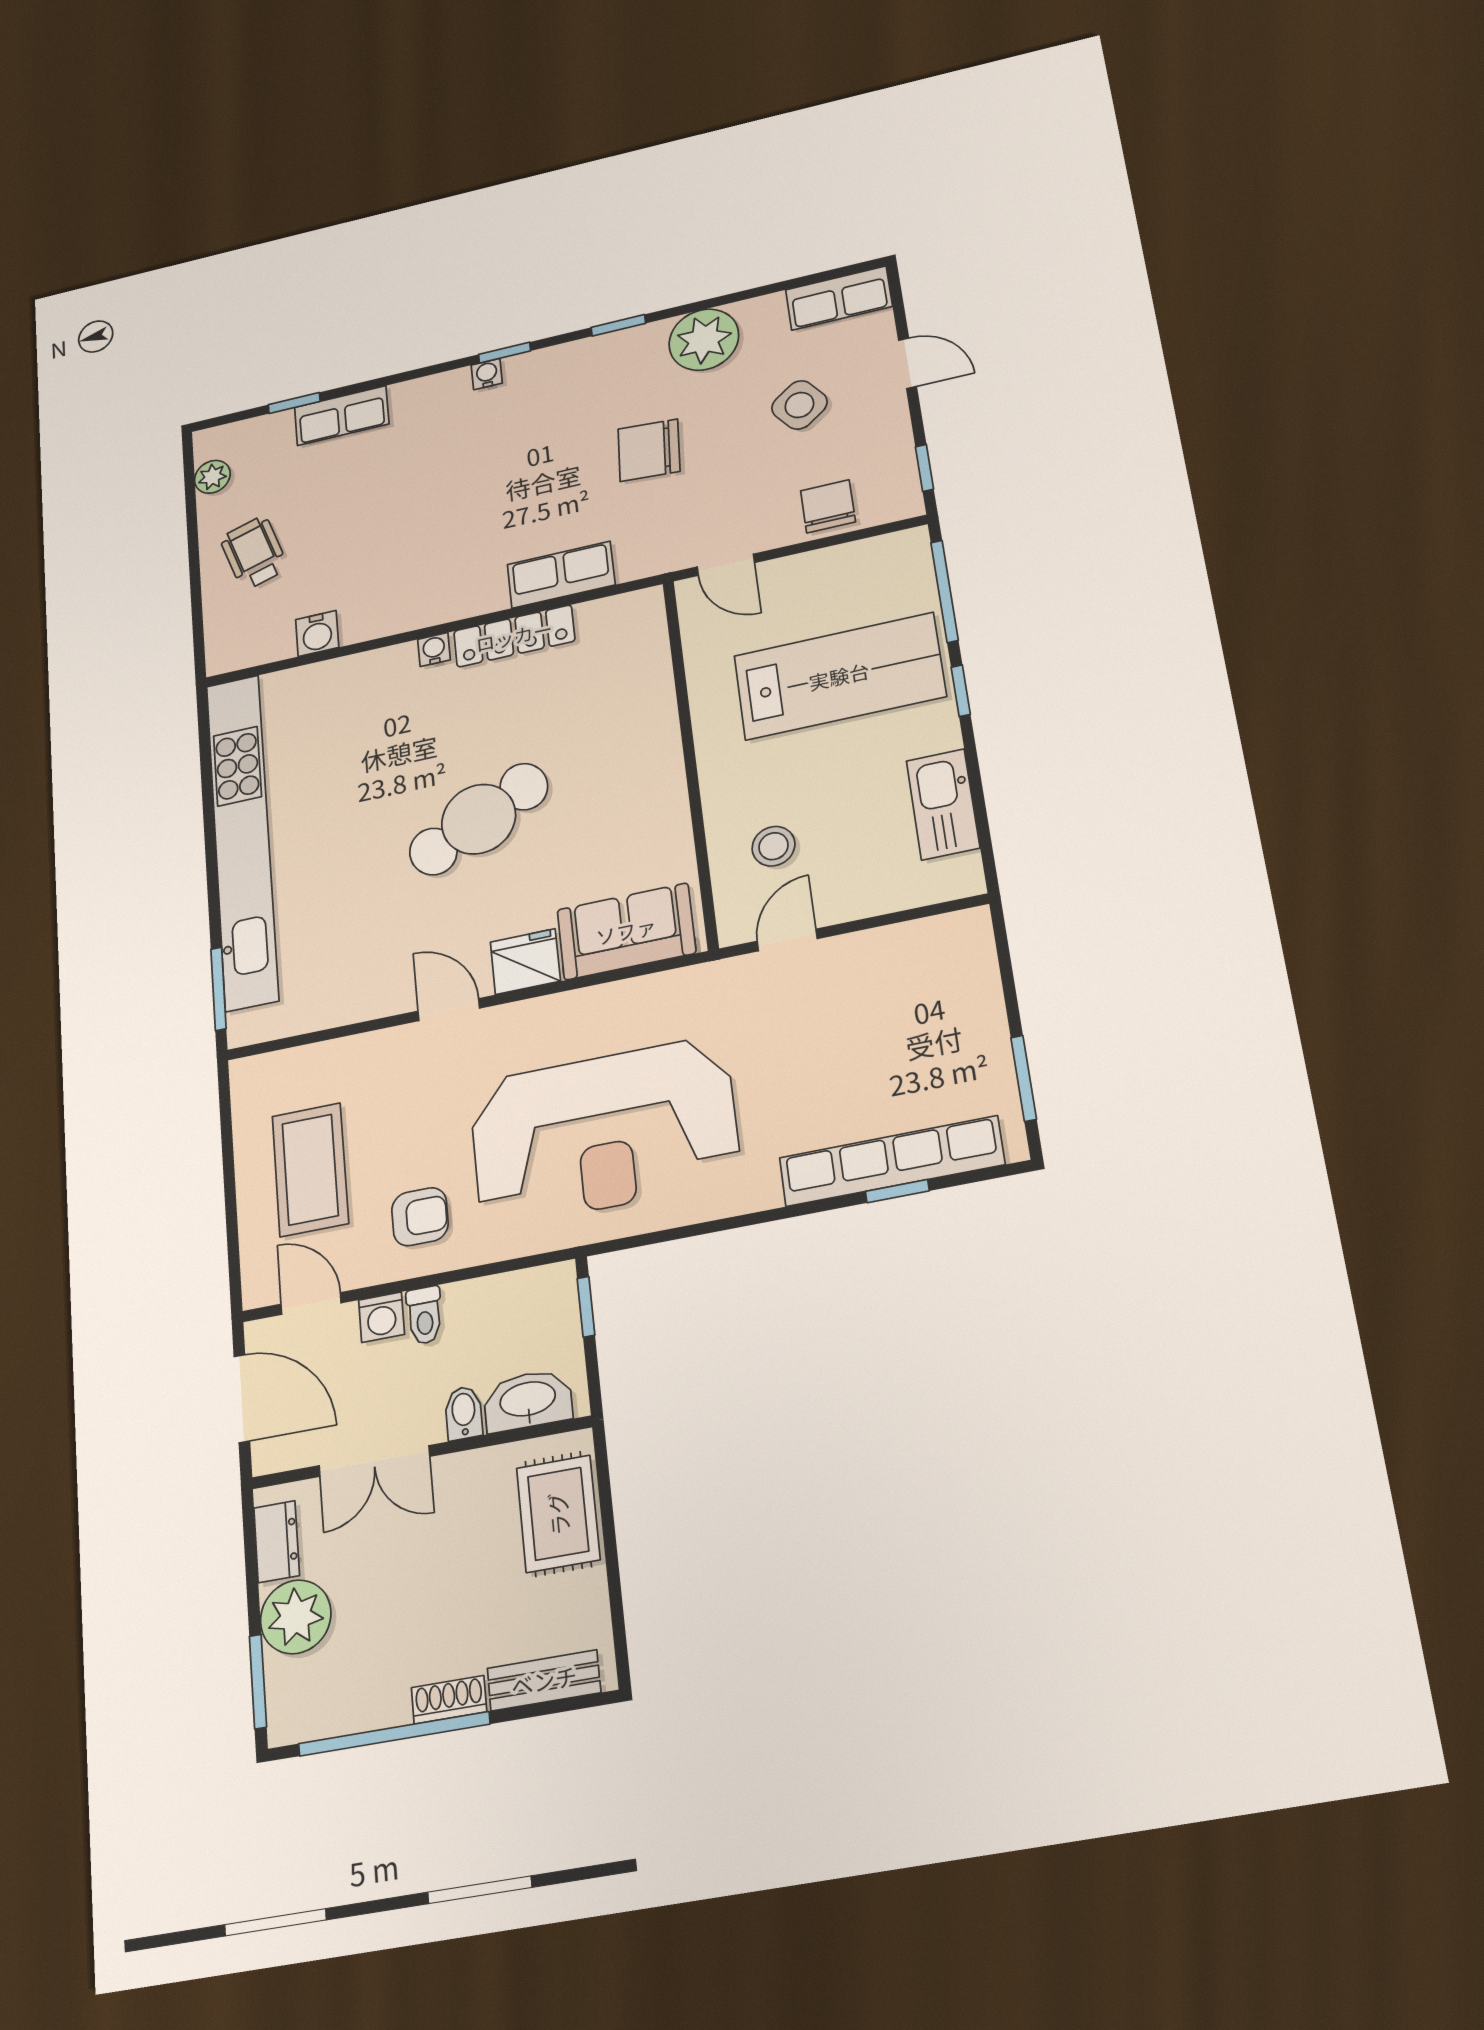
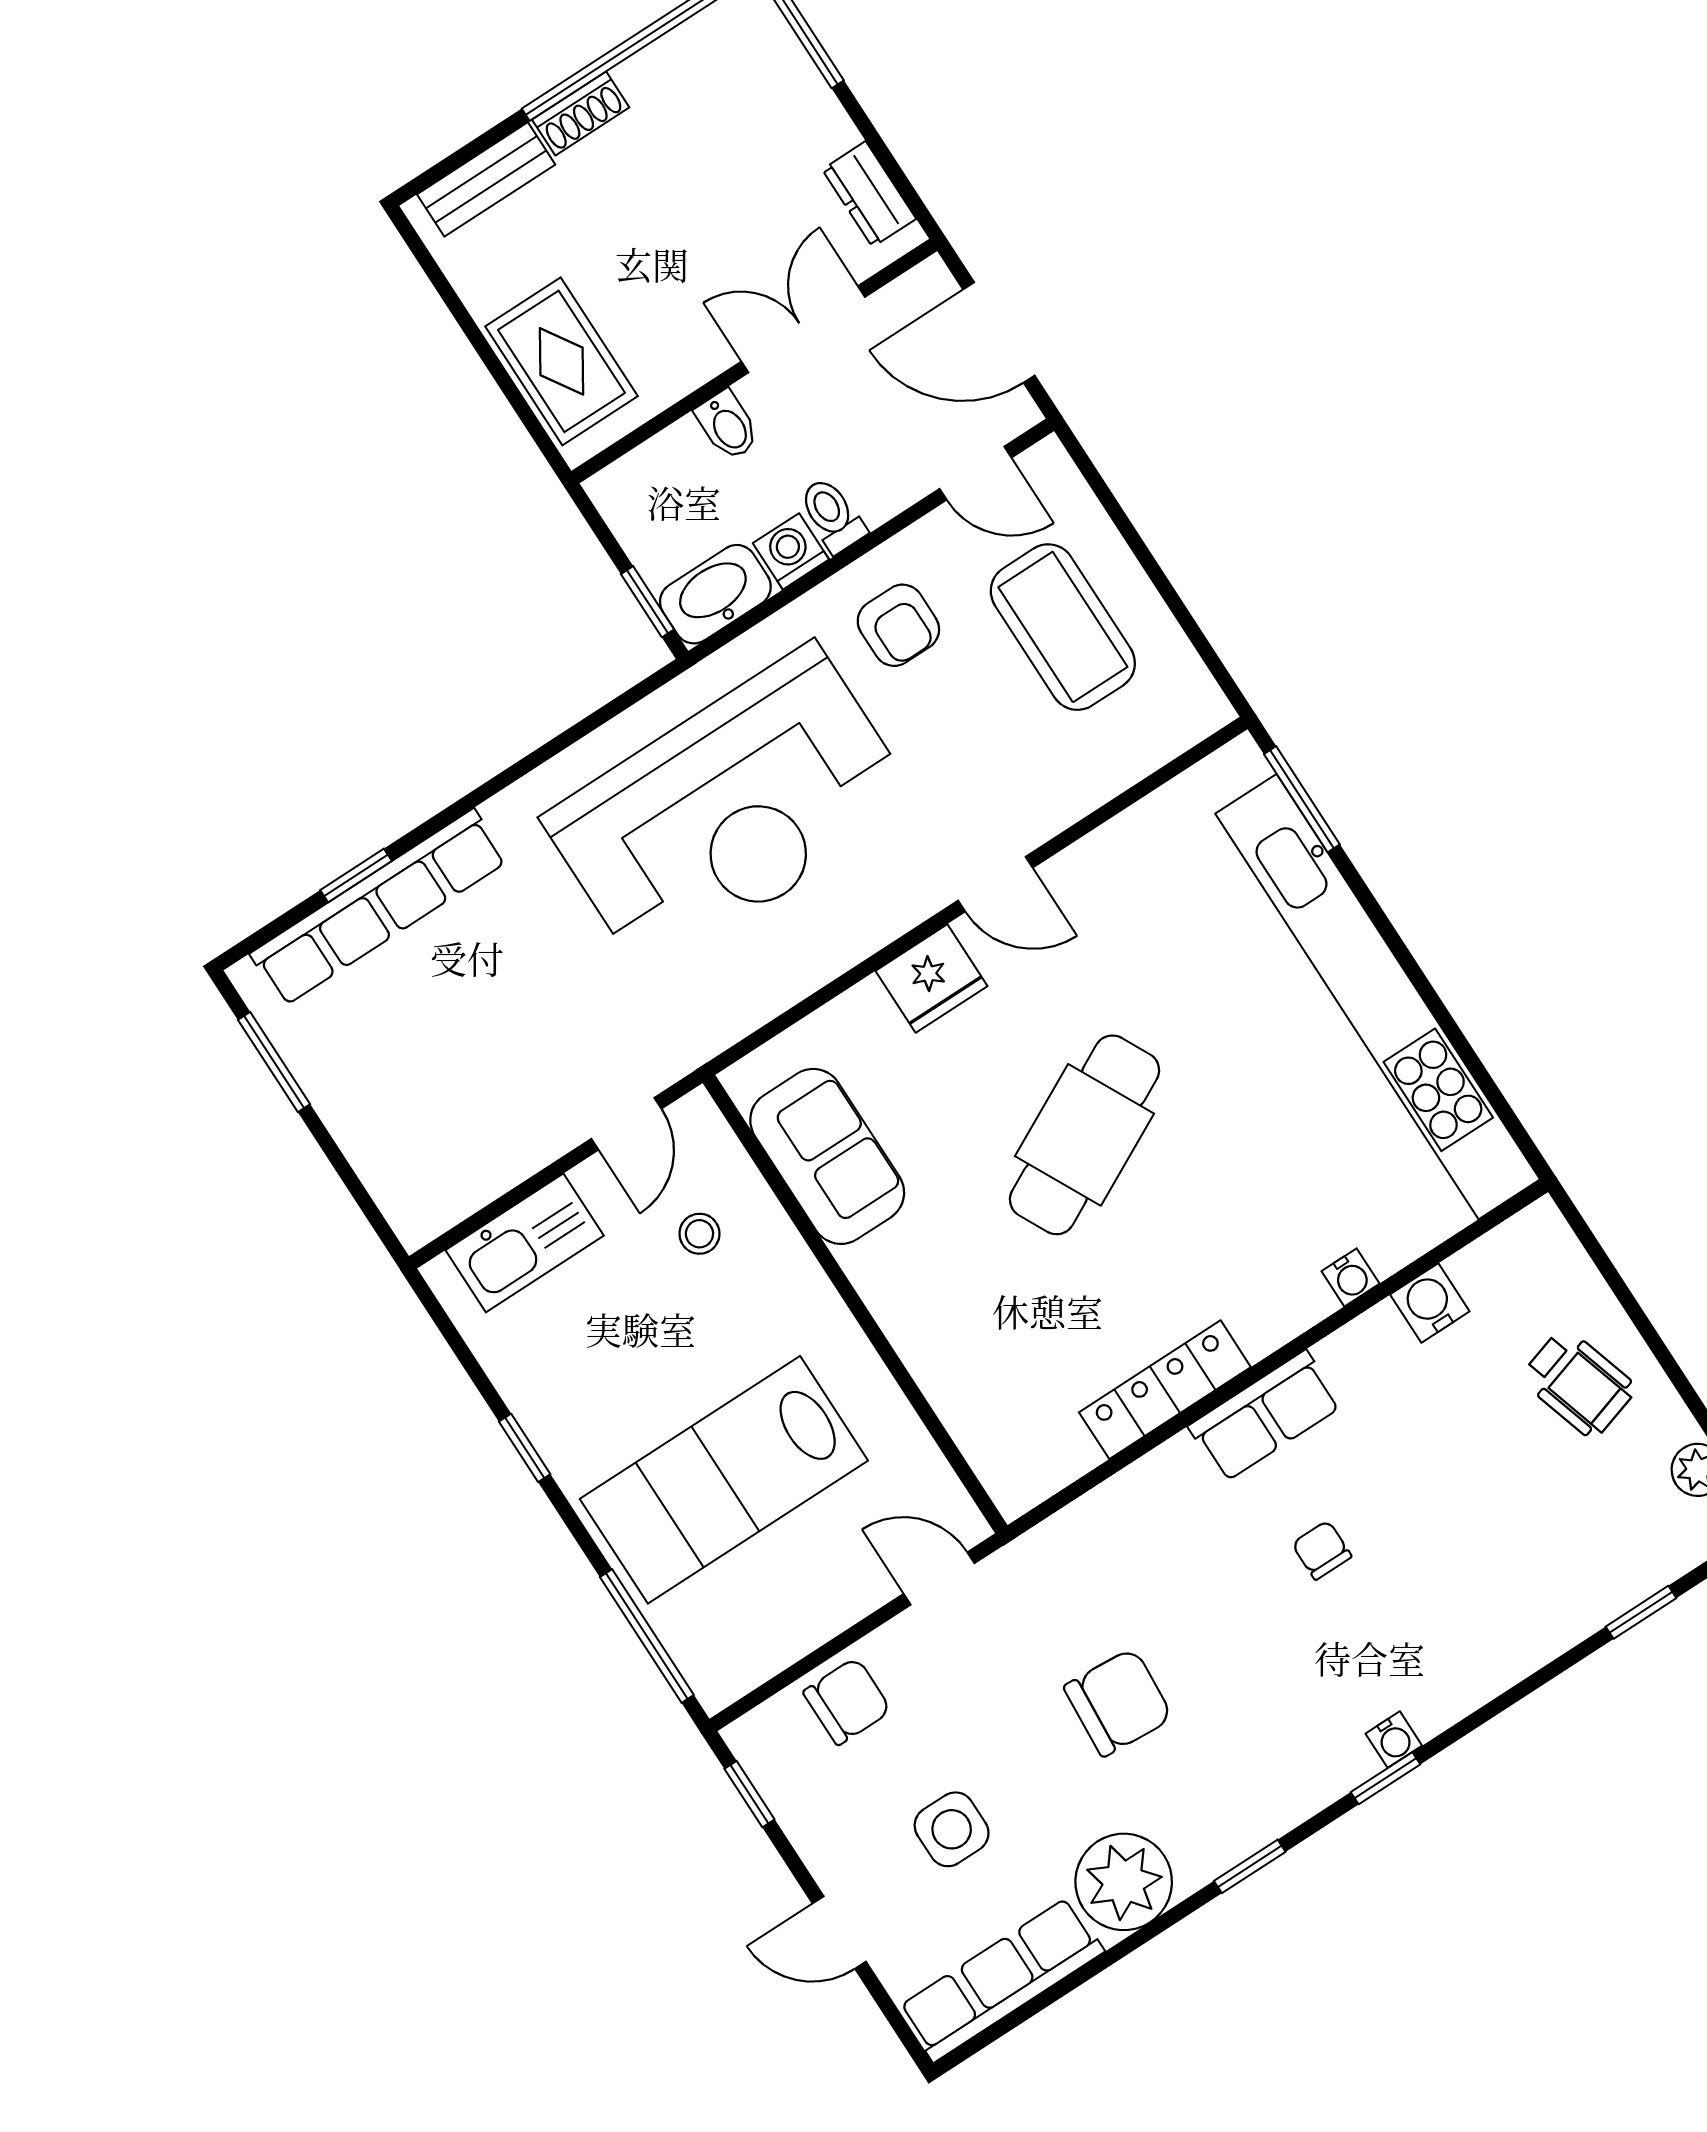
row of seats: (839, 298) -> (1001, 1979), width x1.48
side table: (799, 405) -> (952, 1829), turned 37
row of seats: (342, 416) -> (1564, 1616), removed
chair: (469, 503) -> (1322, 1550), added
chair: (828, 506) -> (847, 1701), turned -90
row of seats: (561, 575) -> (1265, 1416), moved
water cooler: (434, 650) -> (1351, 1277), moved
window: (961, 691) -> (525, 1448), moved
kitchen sink: (943, 804) -> (525, 1243), moved, turned 90
stool: (773, 846) -> (699, 1234), width x0.73, depth x0.73
sofa: (626, 931) -> (827, 1156), moved, turned -90
reception desk: (604, 1132) -> (730, 811), turned 180
armchair: (420, 1217) -> (898, 625), turned -90
washing machine: (382, 1317) -> (791, 551), moved
washbasin: (528, 1400) -> (715, 594), moved, turned 180
plant: (296, 1617) -> (802, 124), removed

